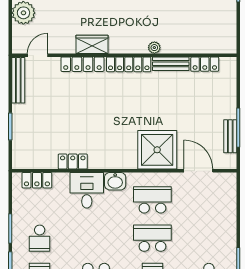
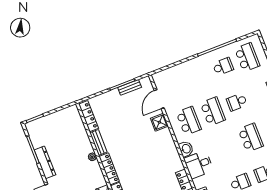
locker: (205, 64) -> (89, 116), width x1.53
shower: (157, 150) -> (159, 122), width x0.54, depth x0.54
school desk: (152, 200) -> (189, 121), turned 180
school desk: (152, 238) -> (213, 111), turned 180

